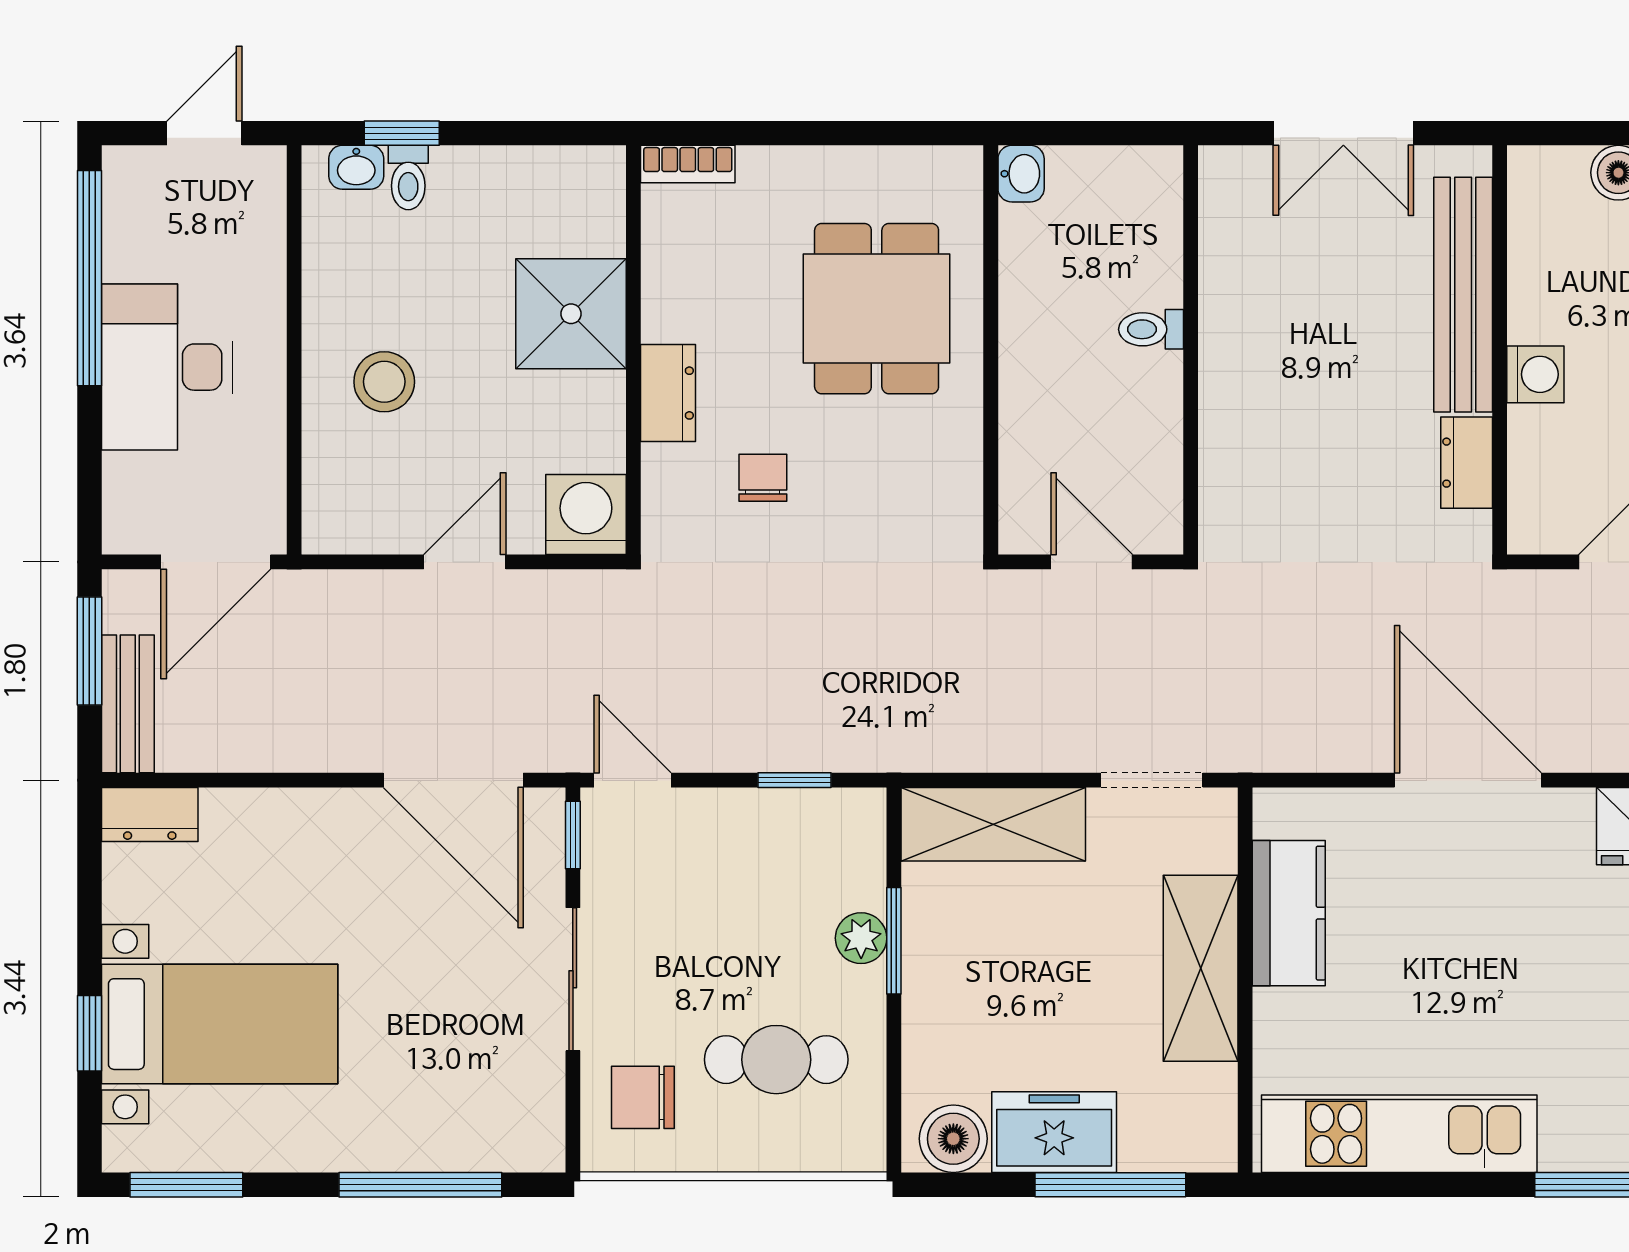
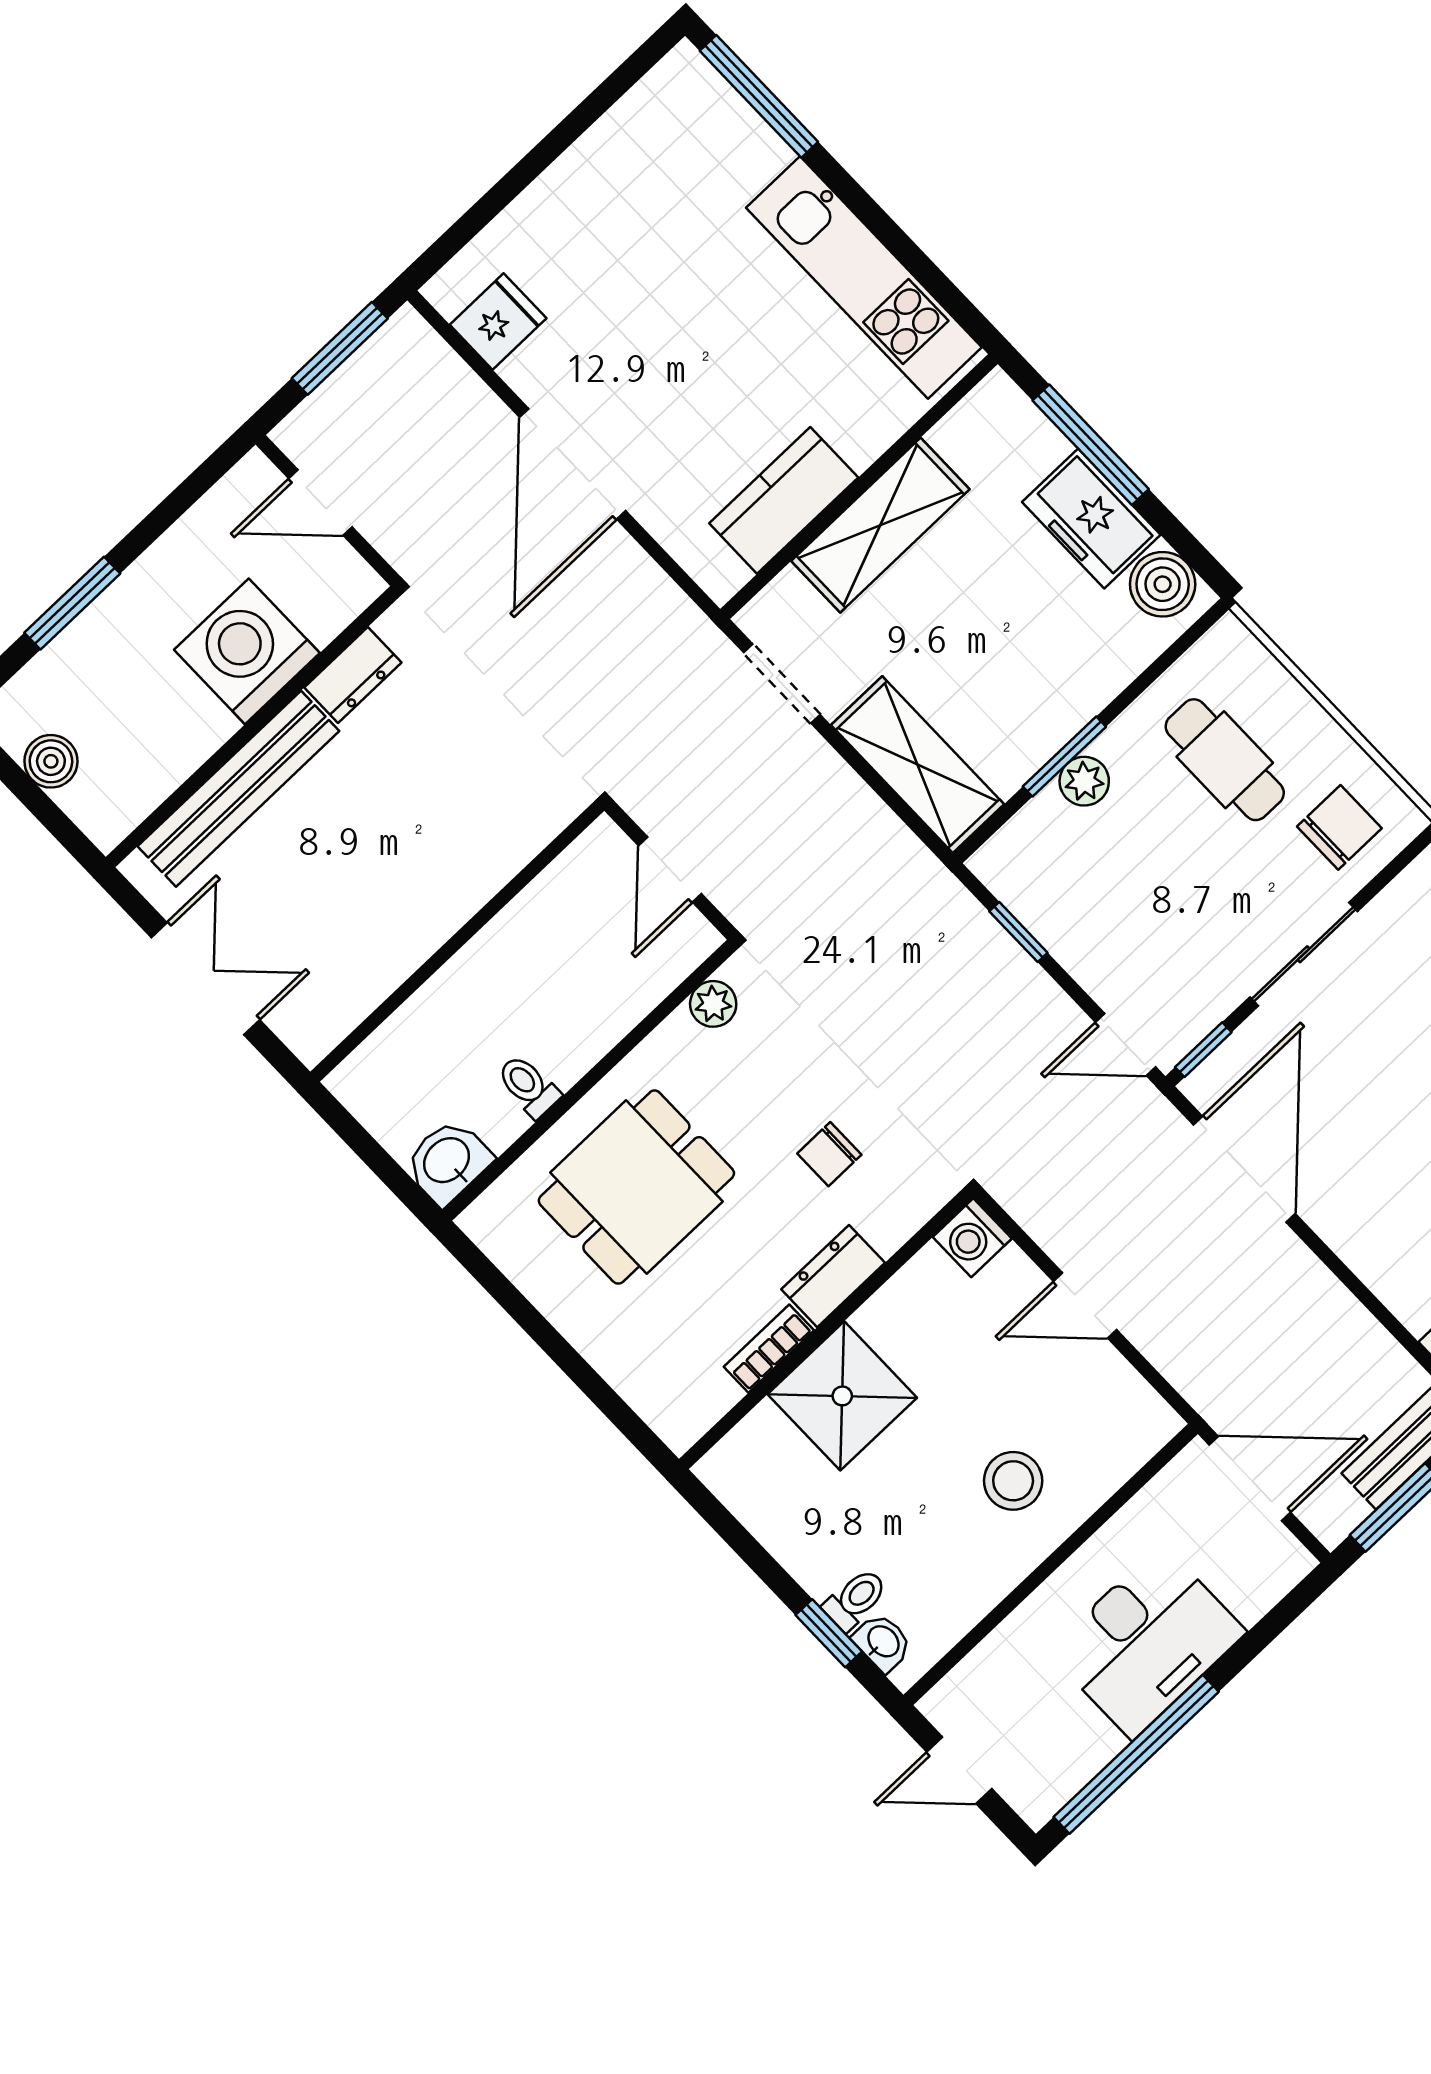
bookcase: (688, 164) -> (769, 1349), moved, turned -90
washbasin: (1021, 174) -> (448, 1161), width x1.38, depth x1.45
toilet: (1151, 329) -> (528, 1086), moved, turned 180
washing machine: (1535, 374) -> (247, 651), width x1.89, depth x1.89
plant: (960, 498) -> (713, 1004), added
washing machine: (586, 515) -> (972, 1238), width x0.73, depth x0.73
door: (633, 780) -> (1126, 1045), hinge flipped
chair: (643, 1097) -> (1339, 827), turned -90

